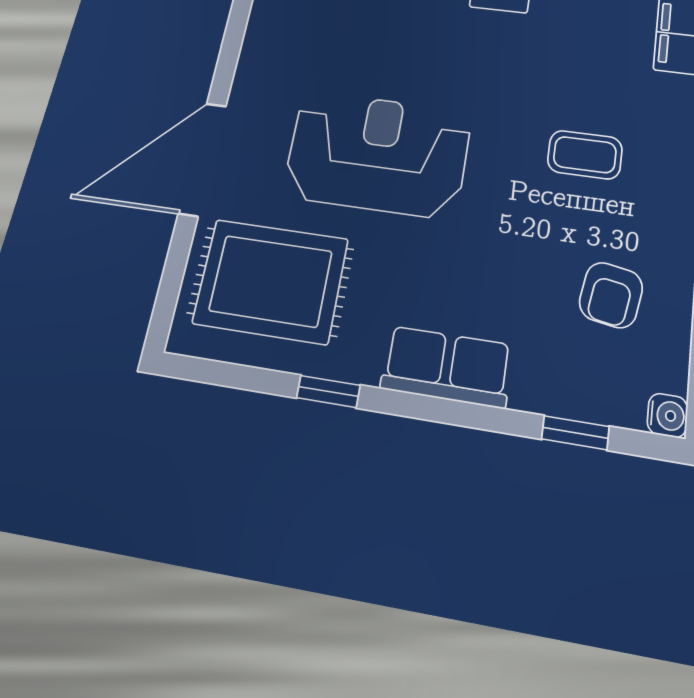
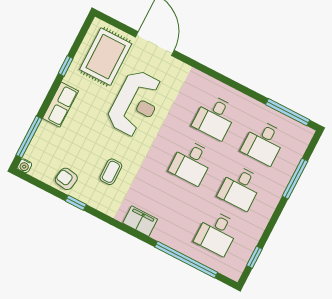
armchair: (611, 295) -> (66, 179), moved
window: (575, 433) -> (29, 137), width x2.17

